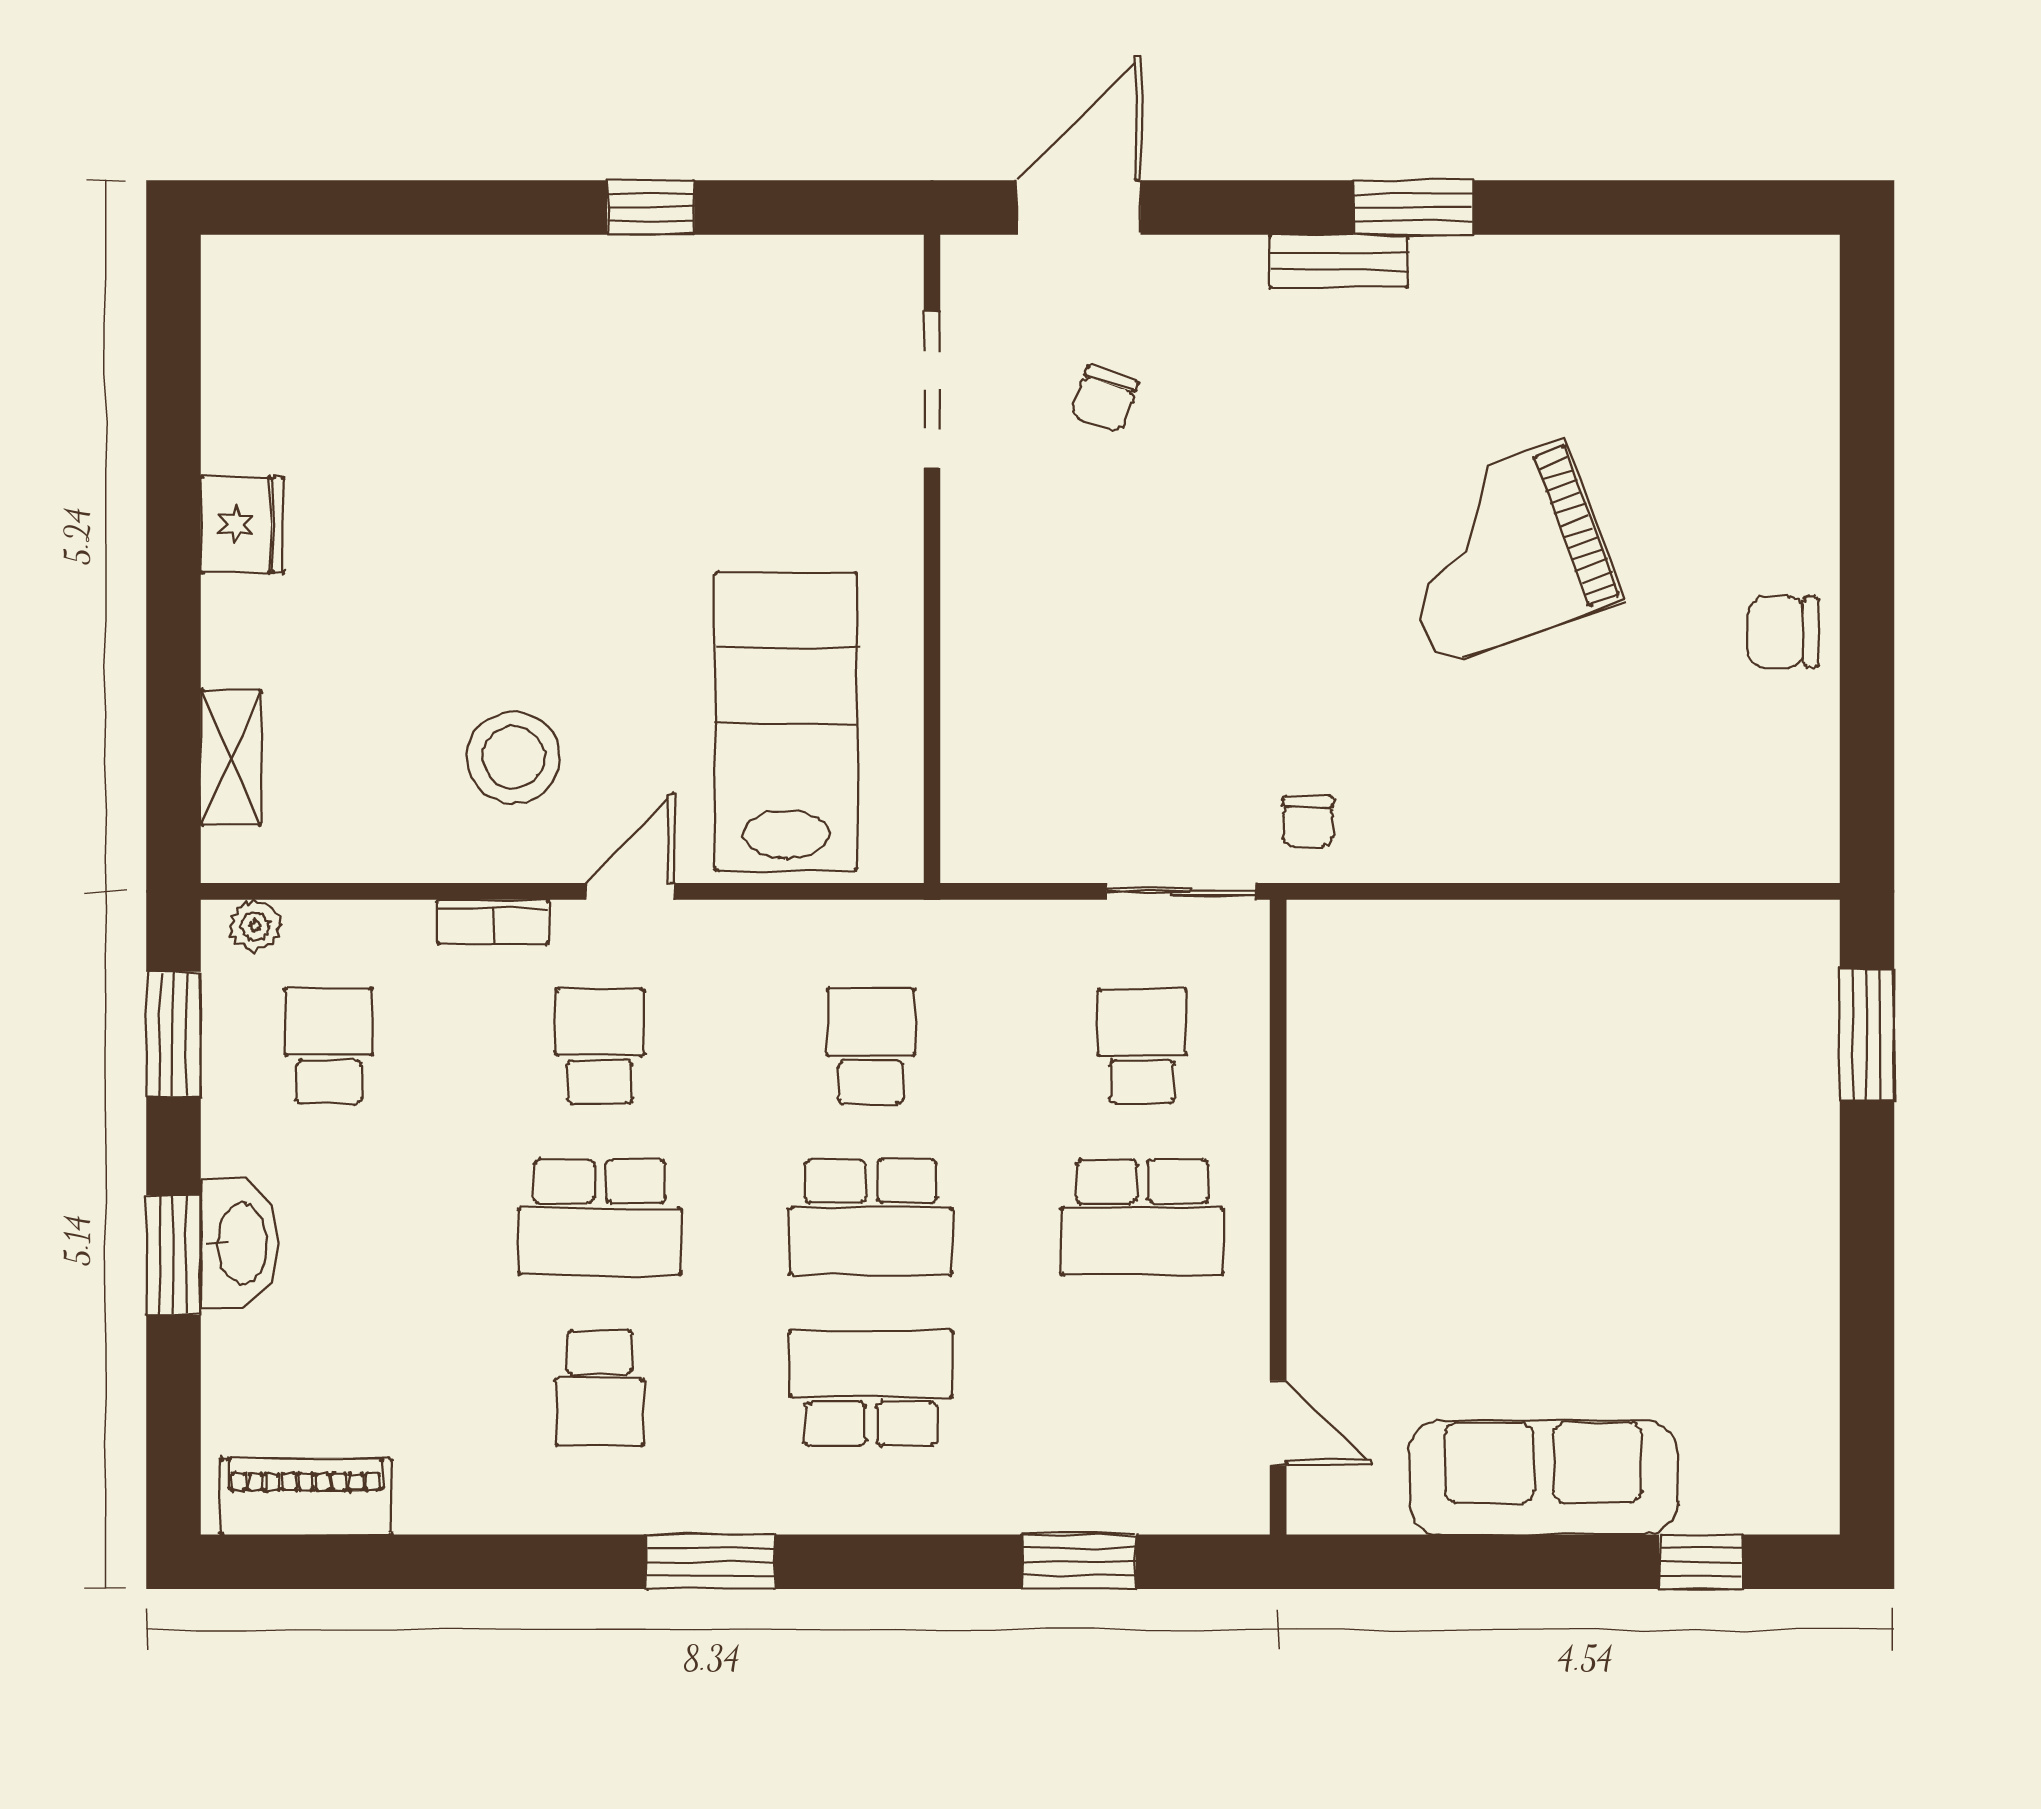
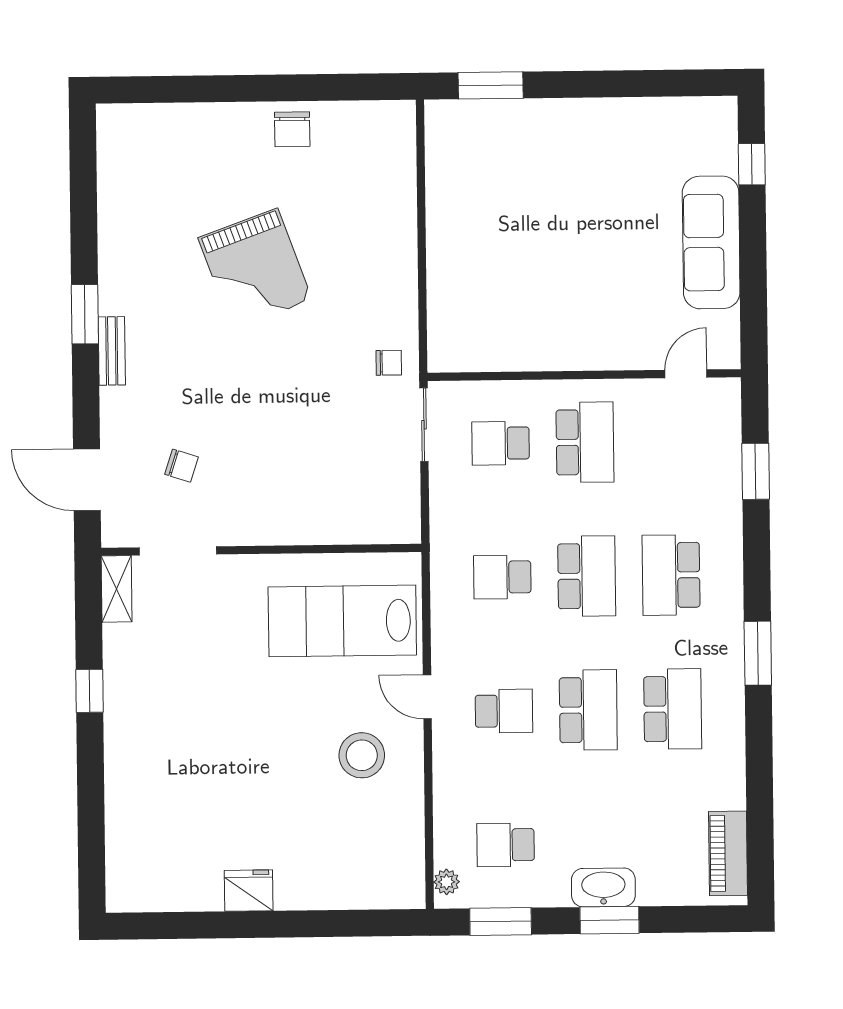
shelving: (231, 758) -> (117, 589), moved, turned 90
bookcase: (492, 922) -> (443, 765), removed
school desk: (600, 1046) -> (504, 711), turned 180
school desk: (600, 1388) -> (673, 709), width x1.85

